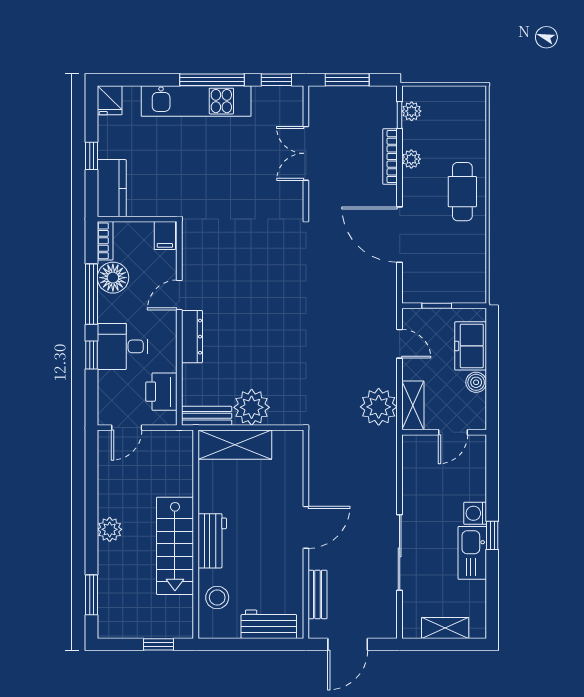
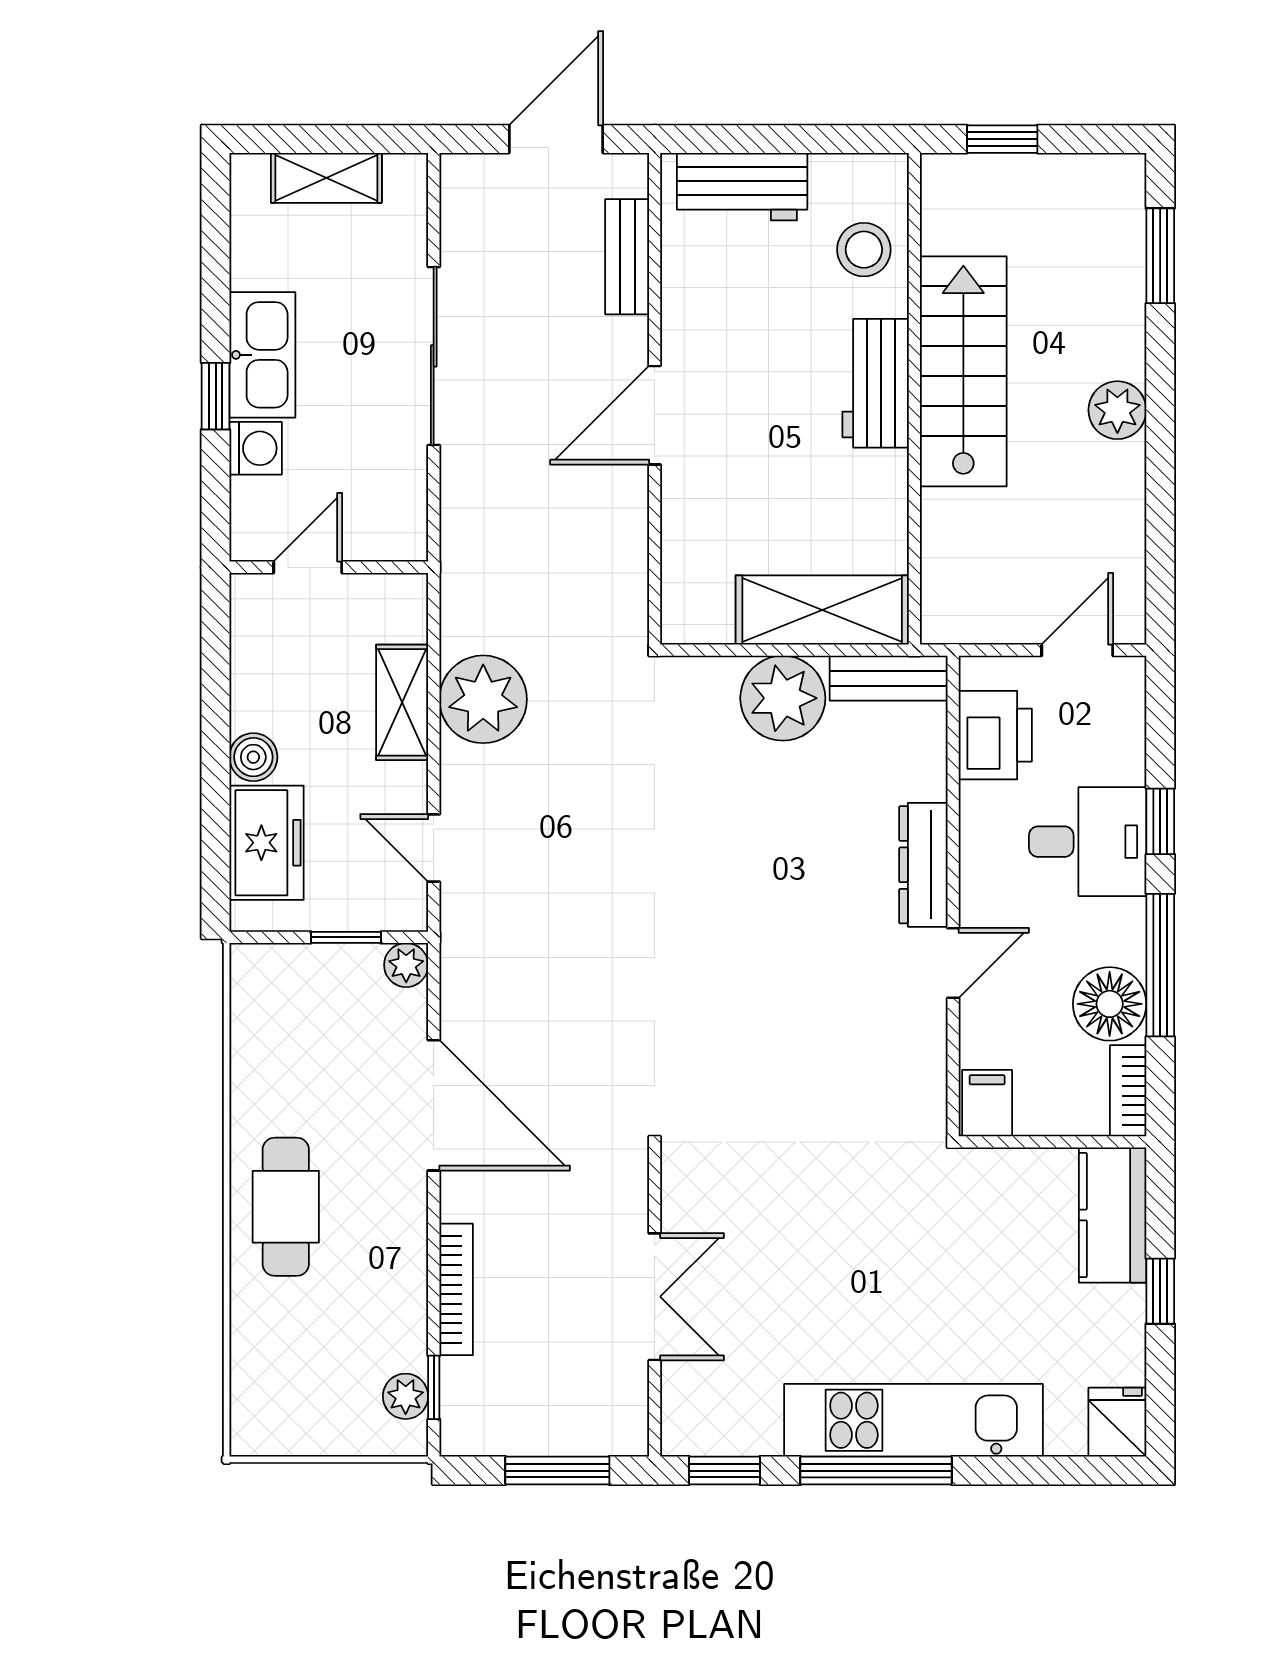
plant: (411, 159) -> (406, 965), moved
wall: (444, 432) -> (329, 567), moved
door: (453, 432) -> (308, 567), moved

